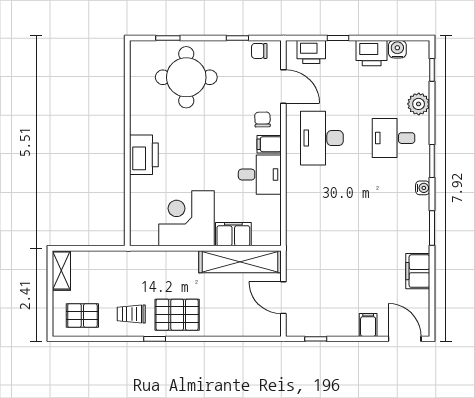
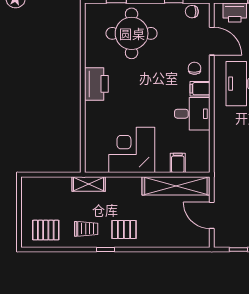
printer: (144, 155) -> (96, 84), moved
filing cabinet: (233, 234) -> (178, 163), width x0.50
shelving: (61, 270) -> (89, 184), moved, turned 90
trolley: (131, 314) -> (86, 229), turned 180
pallet: (177, 315) -> (124, 229), width x0.67, depth x0.71

